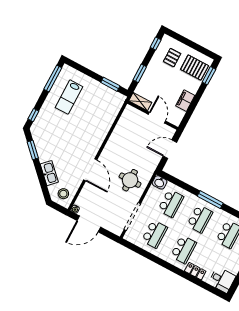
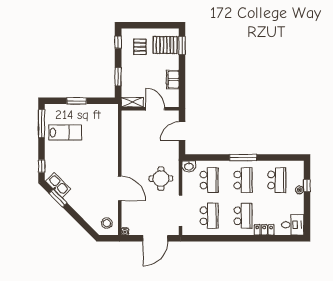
window: (110, 84) -> (77, 101), moved
lab bench: (69, 97) -> (65, 133), turned -90
kitchen sink: (49, 173) -> (58, 185), moved
door: (89, 224) -> (155, 238), moved

